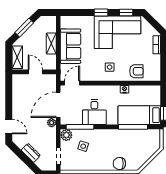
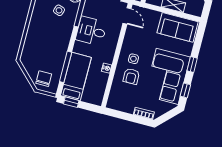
sofa: (71, 46) -> (178, 27), moved
armchair: (136, 71) -> (131, 76), moved
chair: (119, 164) -> (44, 79), moved

